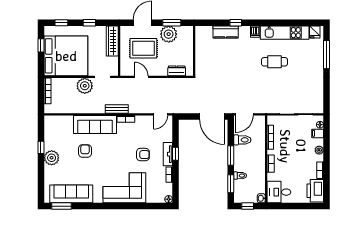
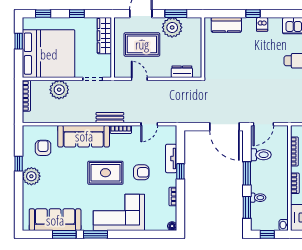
kitchen counter: (226, 32) -> (226, 25), moved
dishwasher: (255, 32) -> (262, 24), moved
plant: (85, 86) -> (59, 90), moved
door: (161, 114) -> (149, 124), moved
armchair: (85, 151) -> (43, 148), moved
tv unit: (168, 154) -> (171, 158), moved
rug: (113, 155) -> (105, 173), added
window: (62, 206) -> (64, 234), moved
window: (105, 206) -> (95, 234), added

